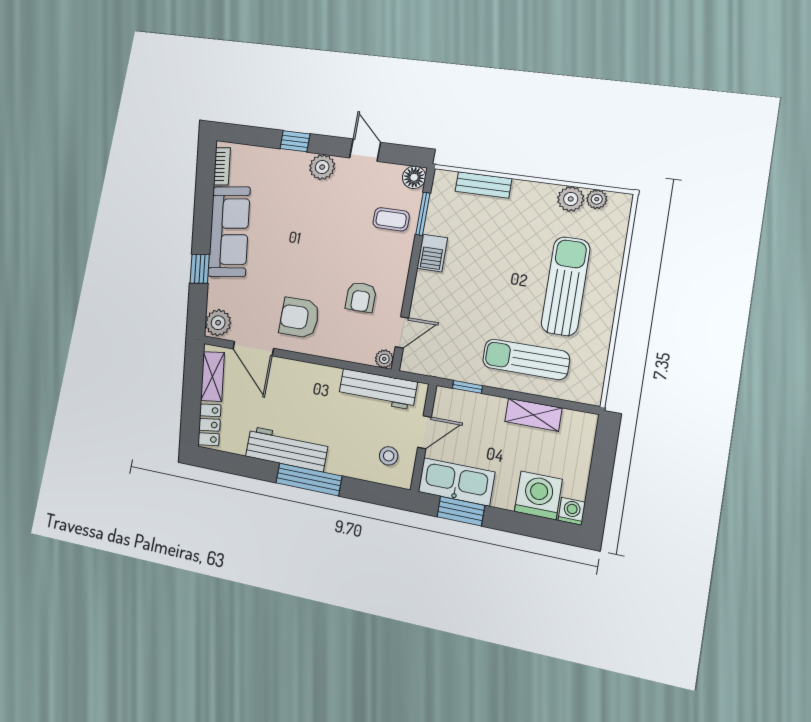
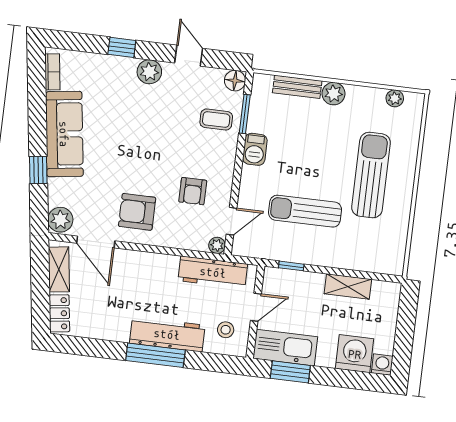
plant: (571, 199) -> (334, 94), moved
sun lounger: (526, 359) -> (305, 211), moved
workbench: (287, 449) -> (167, 334), moved

